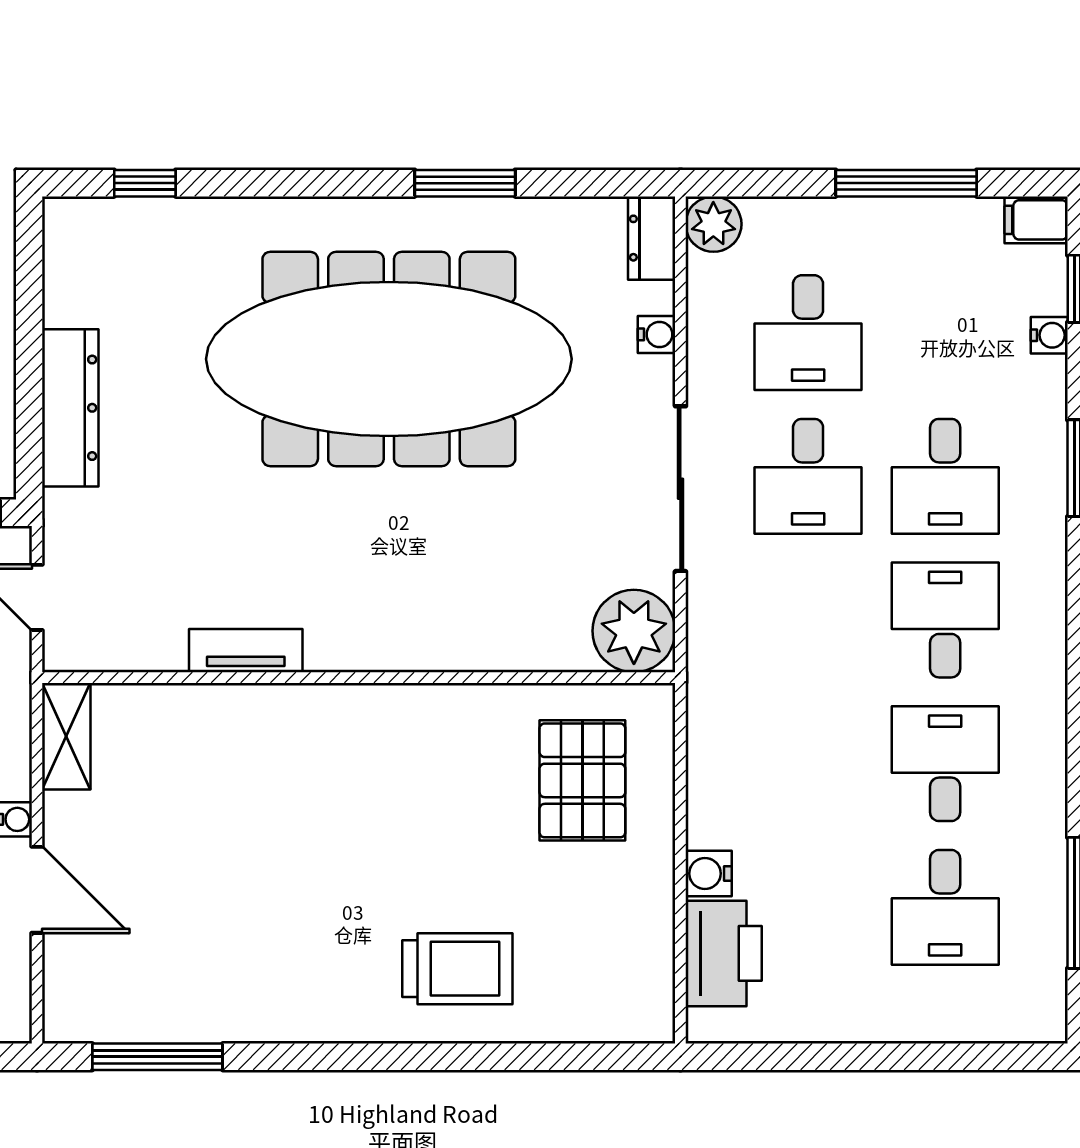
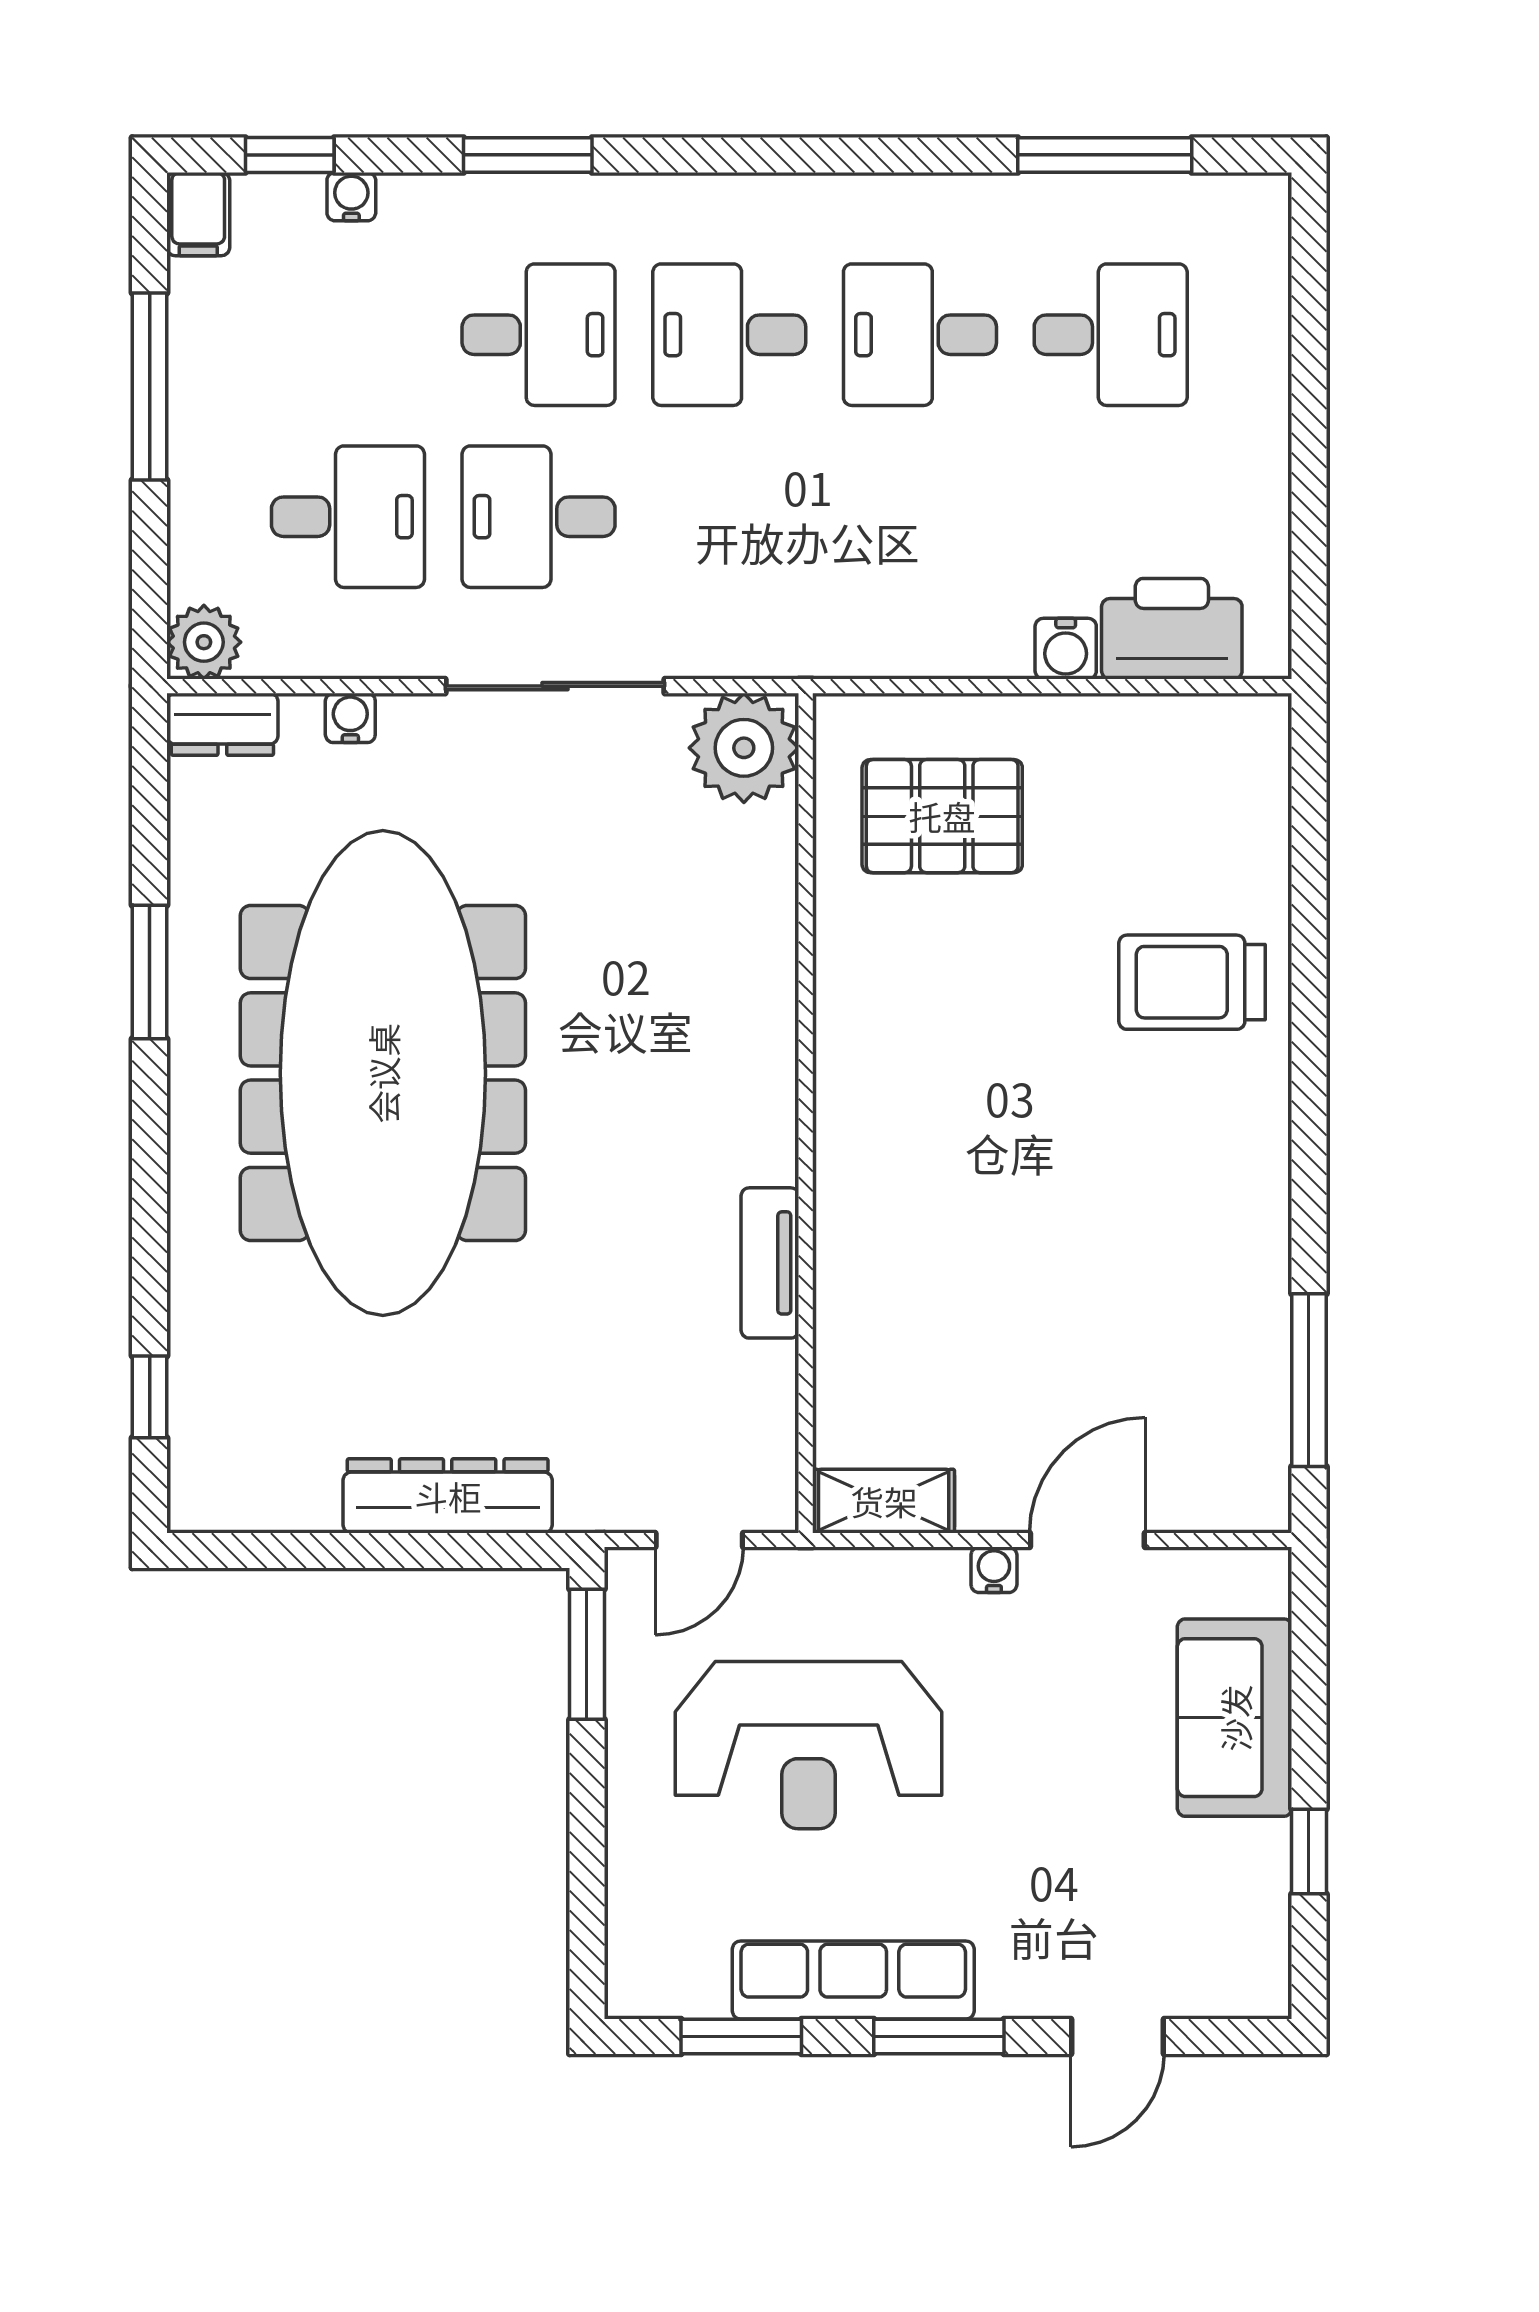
desk: (808, 476) -> (539, 517), turned 180
trolley: (457, 969) -> (1192, 982), turned -90

